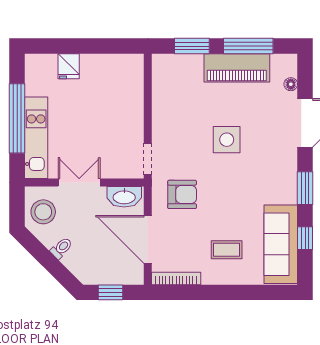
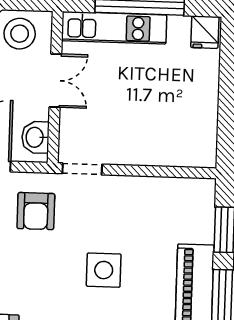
fridge: (69, 66) -> (205, 32), moved, turned -90
washbasin: (124, 197) -> (35, 137), width x0.72

